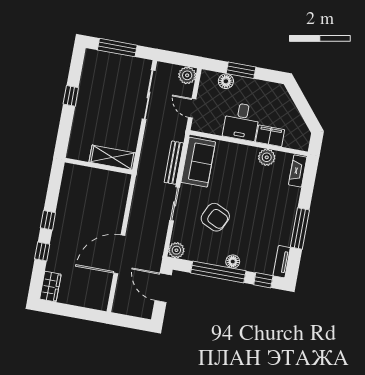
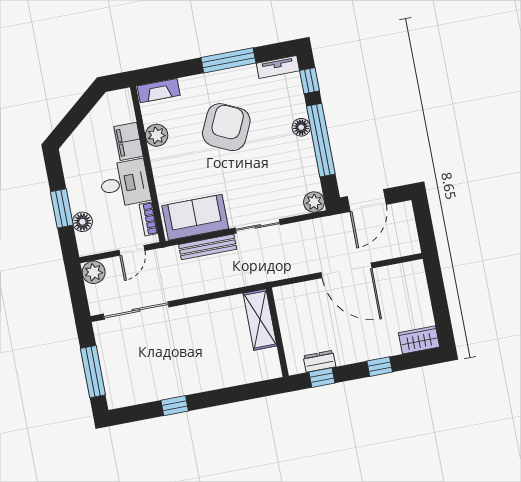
bookcase: (210, 129) -> (149, 219), added
shelving: (112, 158) -> (260, 320), moved
wall: (99, 166) -> (277, 332), moved
dresser: (62, 210) -> (319, 361), added
armchair: (215, 217) -> (226, 127), moved, width x1.36, depth x1.36
window: (48, 220) -> (322, 378), moved

